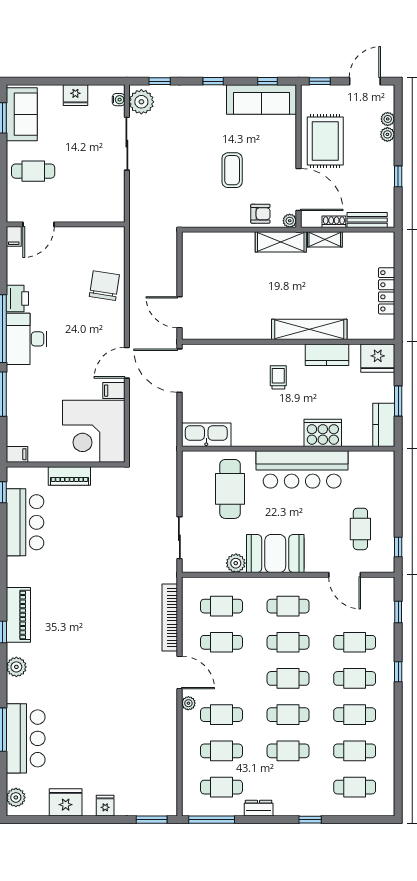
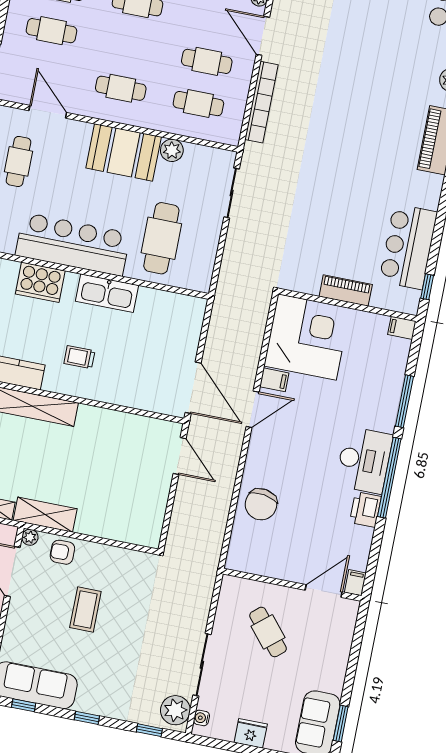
cafe table: (33, 171) -> (268, 632), moved, turned 50
trolley: (278, 377) -> (79, 357), turned 90
kitchen sink: (206, 435) -> (107, 293), moved
cafe table: (288, 642) -> (129, 46), removed

